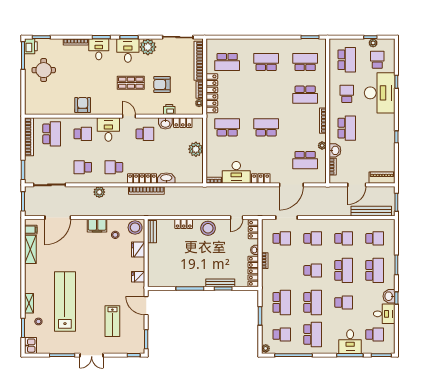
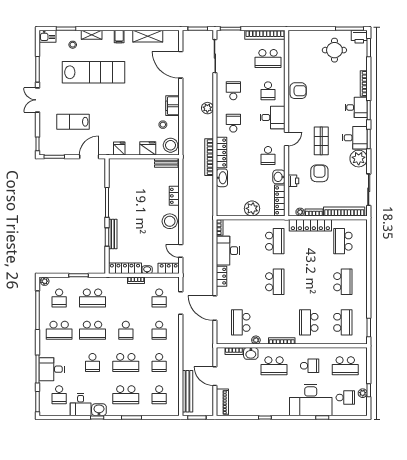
locker: (183, 123) -> (280, 200), width x1.53
filing cabinet: (31, 230) -> (119, 37), moved

